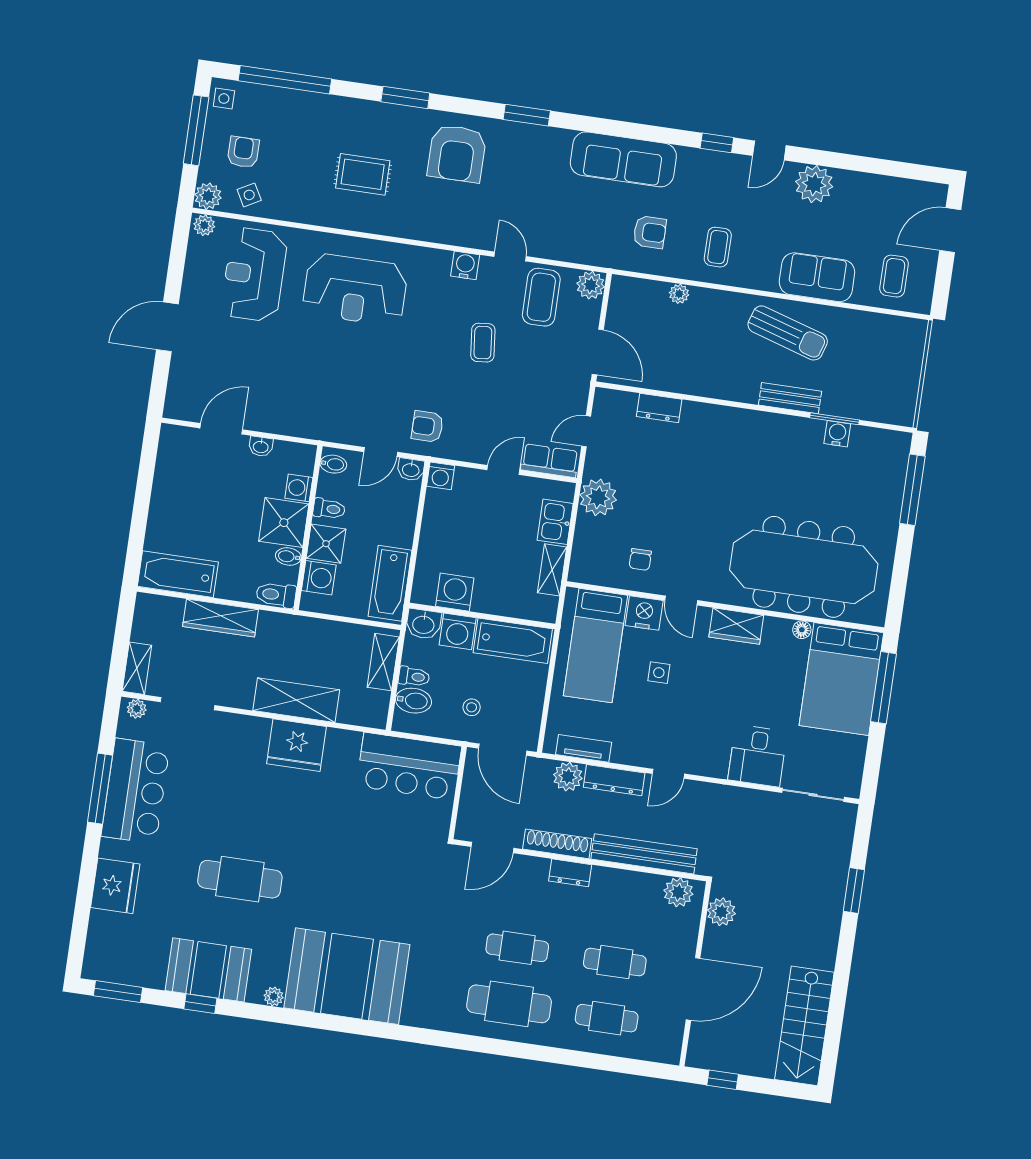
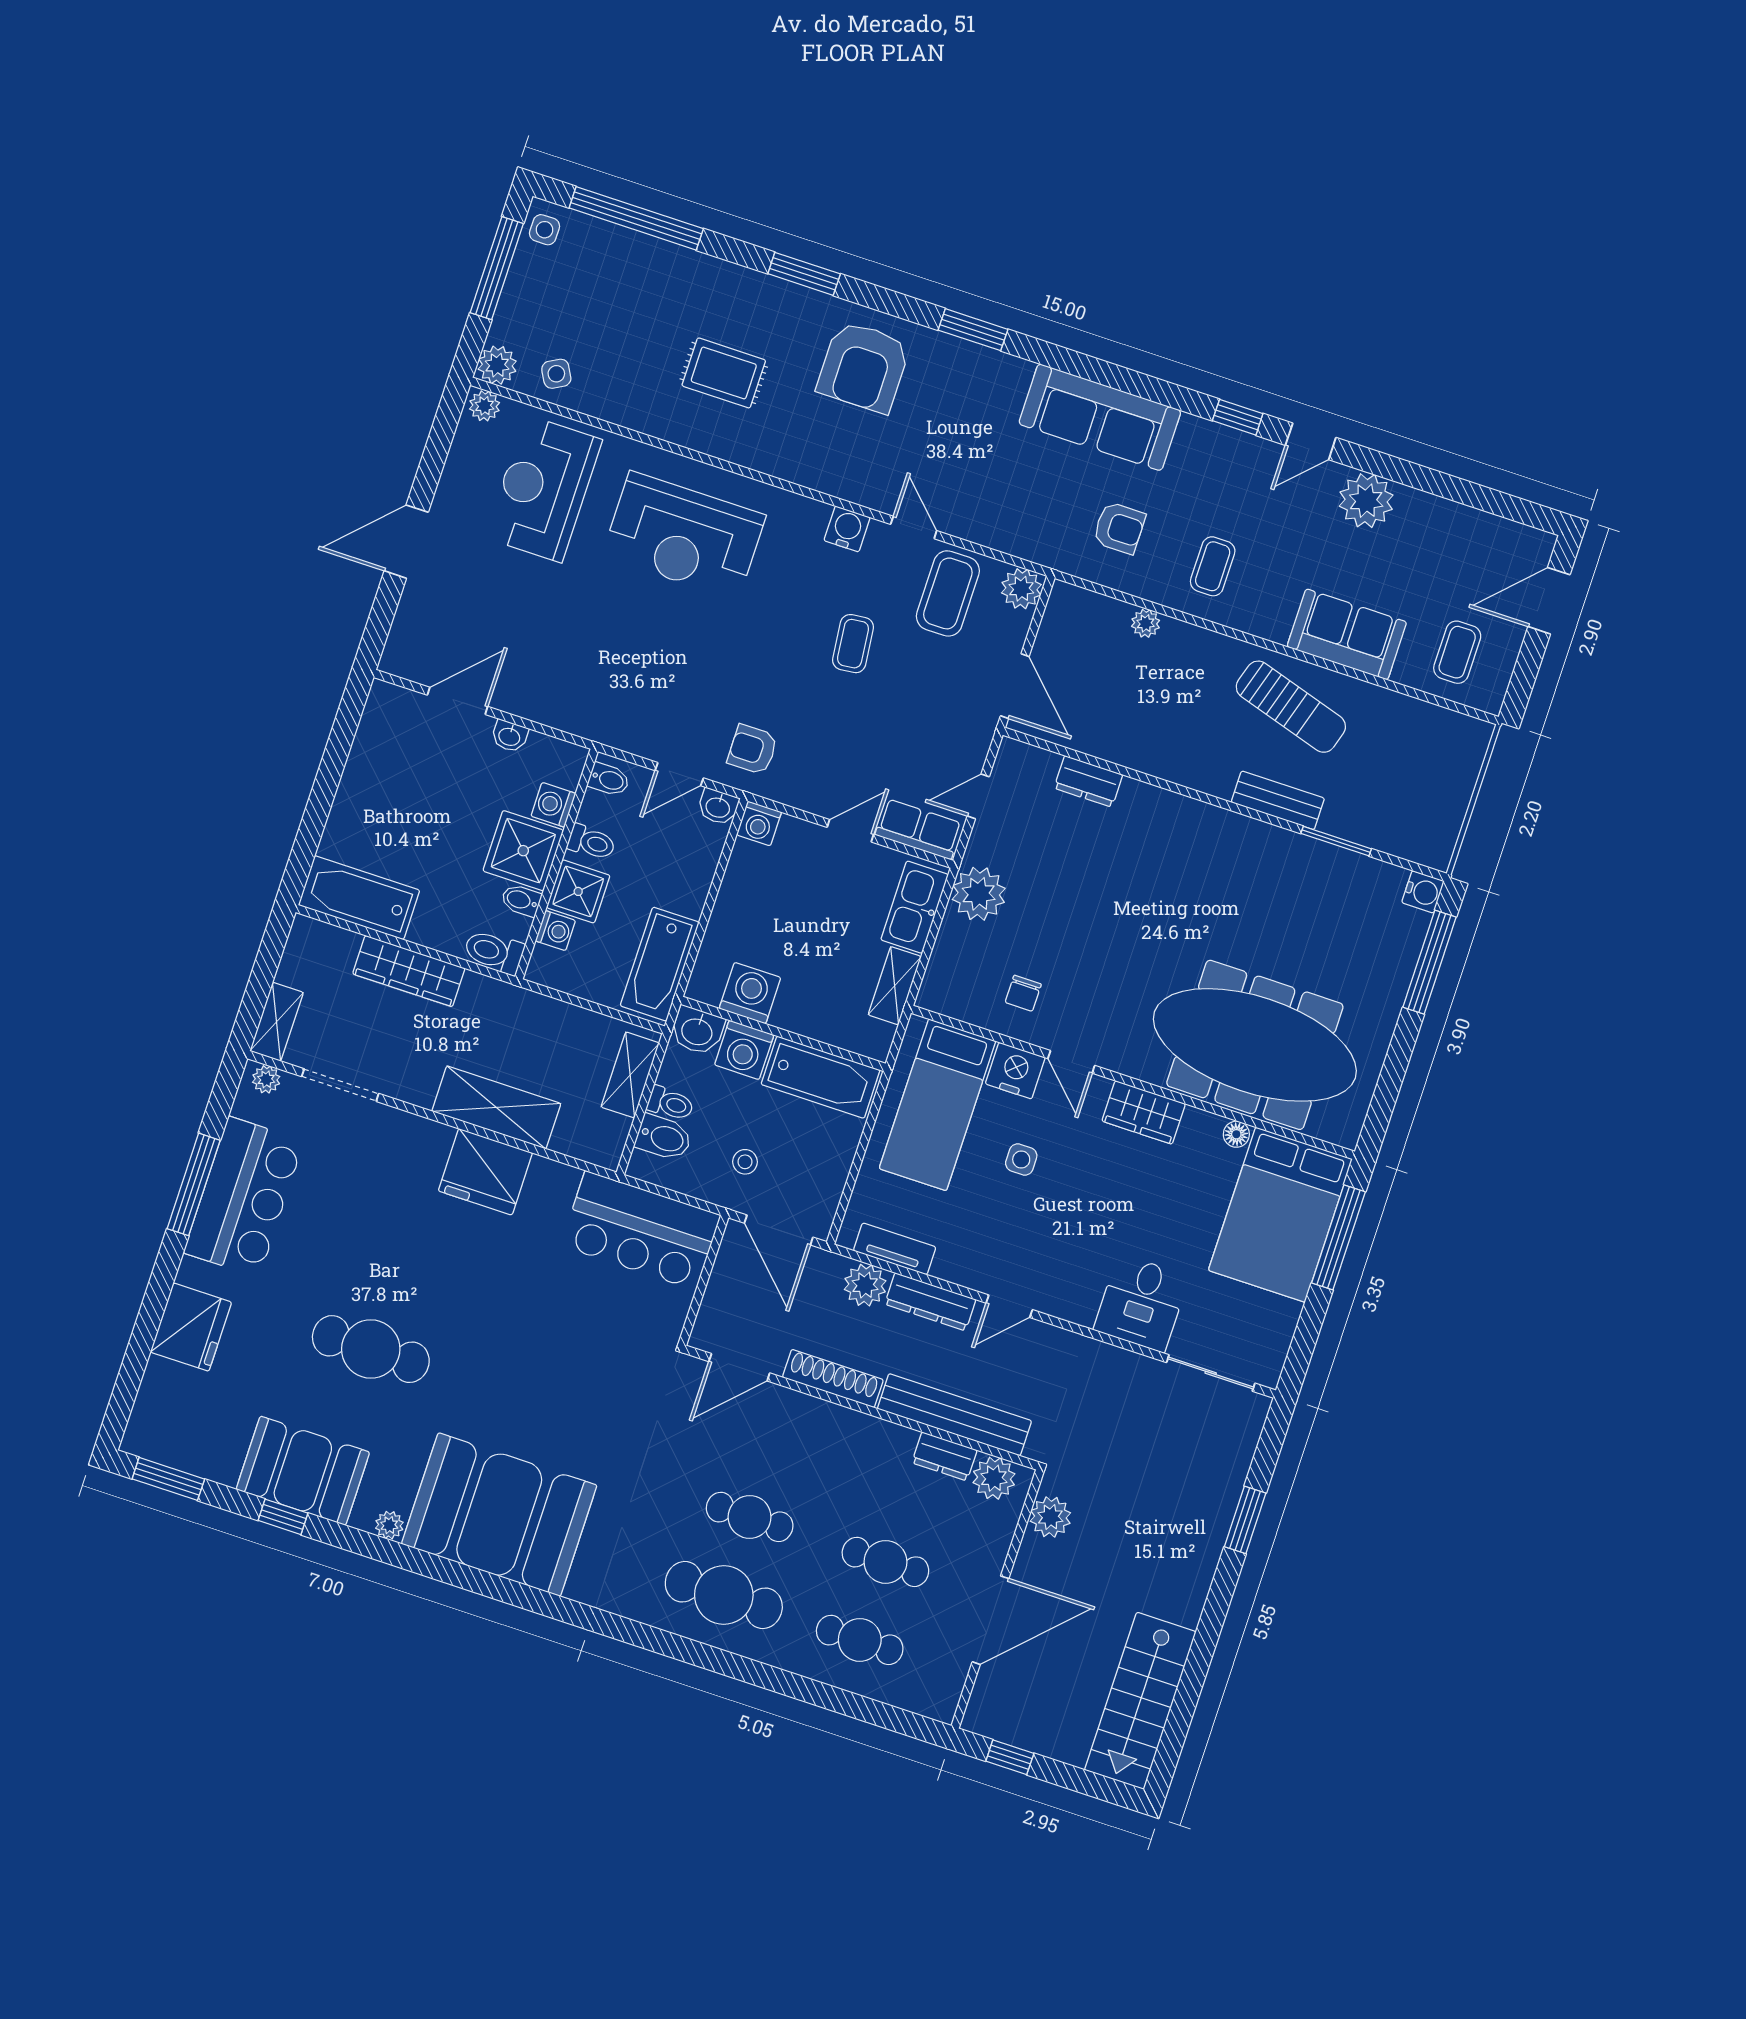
armchair: (243, 152) -> (559, 311), removed
water cooler: (837, 434) -> (1423, 892), moved, turned 90
kitchen sink: (555, 522) -> (915, 907), width x1.38
washing machine: (319, 578) -> (555, 931), width x0.73, depth x0.73
dresser: (570, 873) -> (944, 1456), moved

